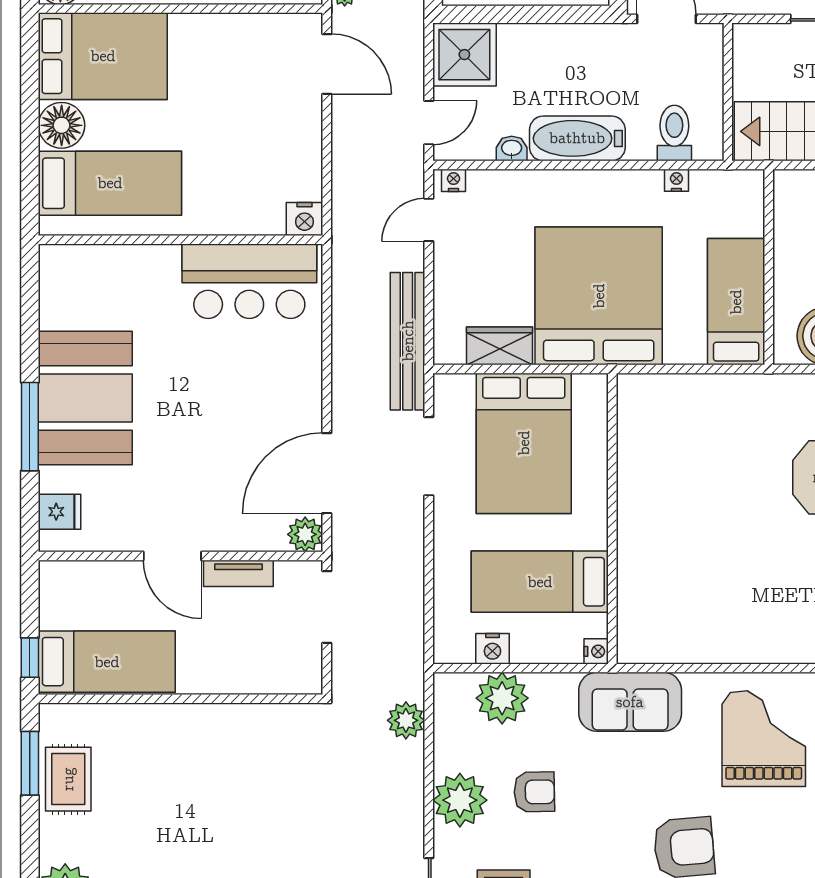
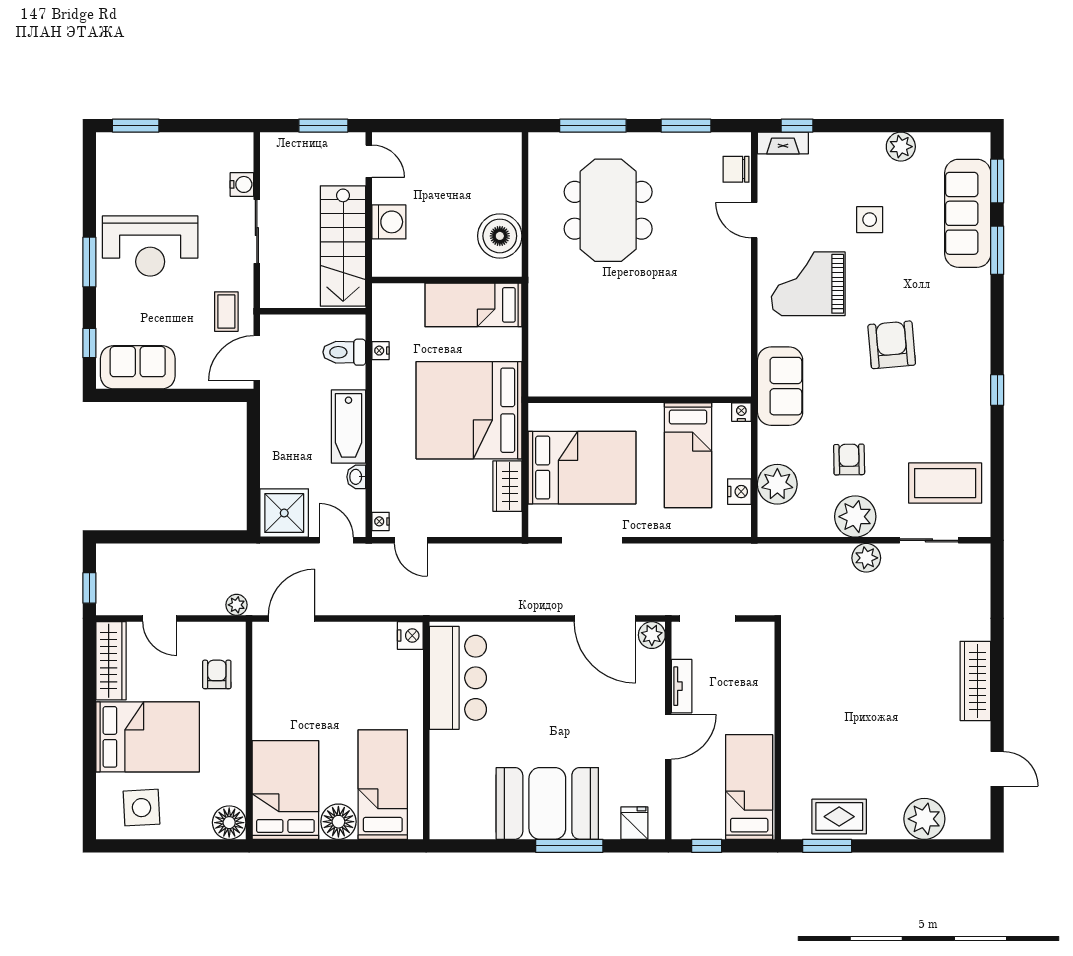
bench: (408, 341) -> (504, 557), removed
window: (30, 658) -> (707, 846), moved
plant: (406, 720) -> (866, 558), moved

